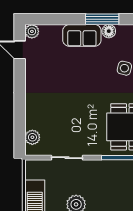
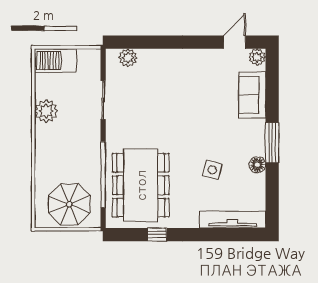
floor lamp: (109, 31) -> (257, 165), moved
sofa: (82, 35) -> (252, 95), moved

